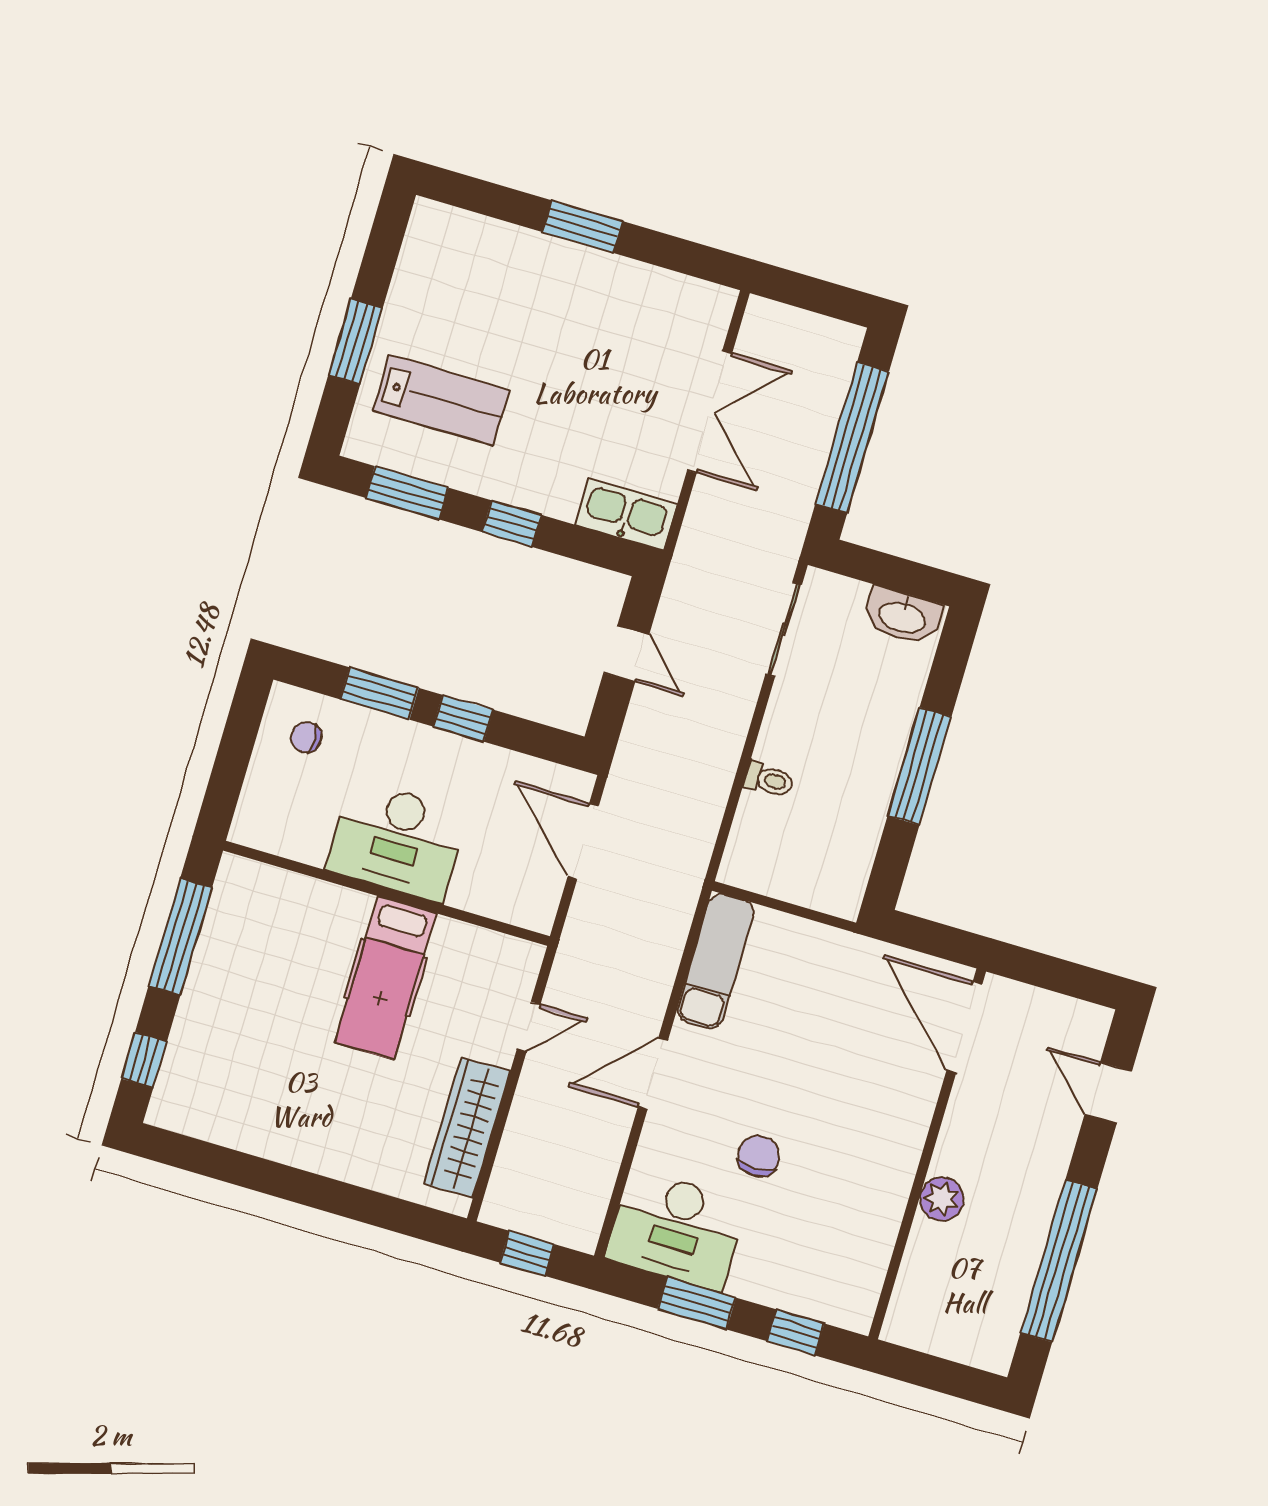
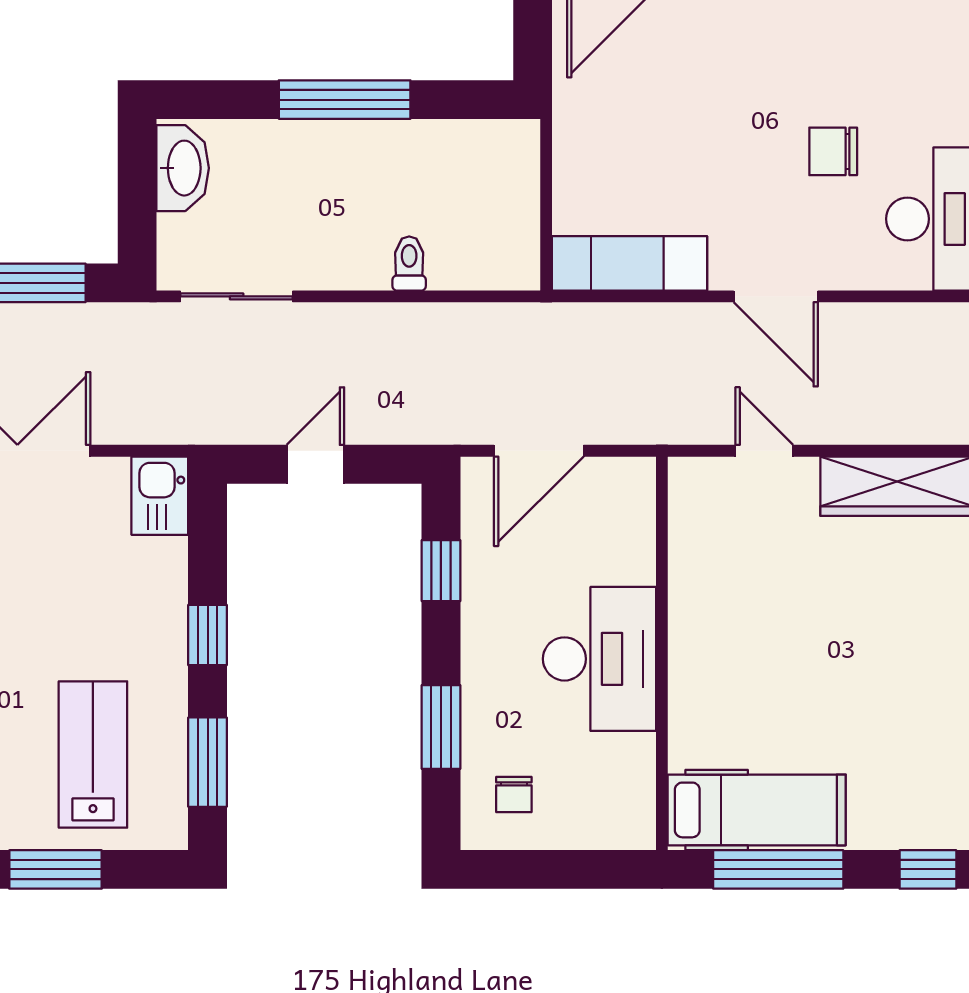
kitchen sink: (626, 514) -> (160, 496), width x0.73
window: (463, 718) -> (441, 571), moved
hospital bed: (386, 978) -> (757, 810), moved

